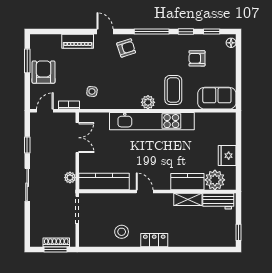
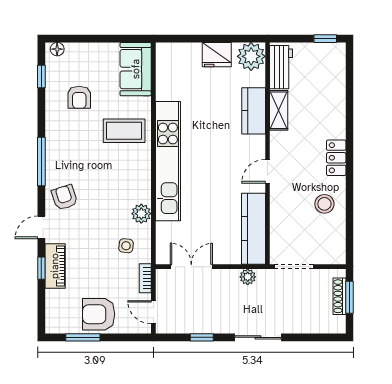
window: (186, 32) -> (41, 268), moved
plant: (148, 102) -> (141, 214), moved
plant: (215, 180) -> (251, 56), moved

